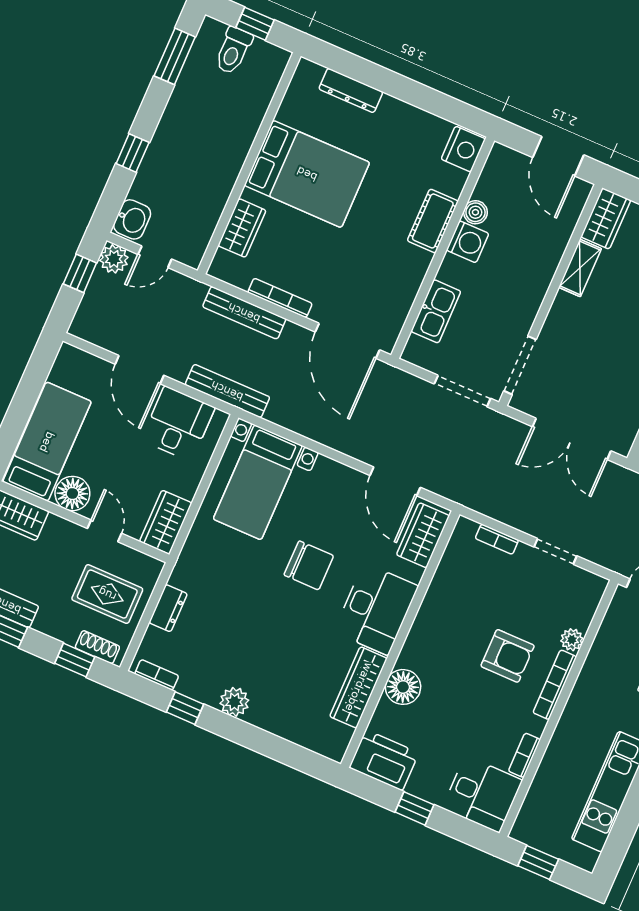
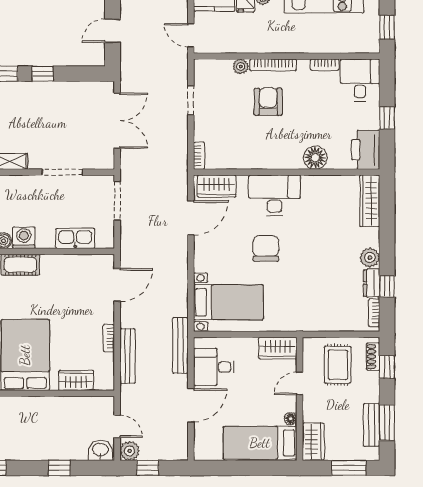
bookcase: (280, 298) -> (109, 338), width x0.64
door: (347, 341) -> (117, 285), width x0.73
doorway: (520, 365) -> (62, 172), moved
floor lamp: (72, 494) -> (291, 419), width x0.53, depth x0.53
bookcase: (497, 539) -> (199, 156), moved
dresser: (168, 608) -> (372, 283), moved, turned -90
wardrobe: (359, 687) -> (370, 201), moved, turned 90

